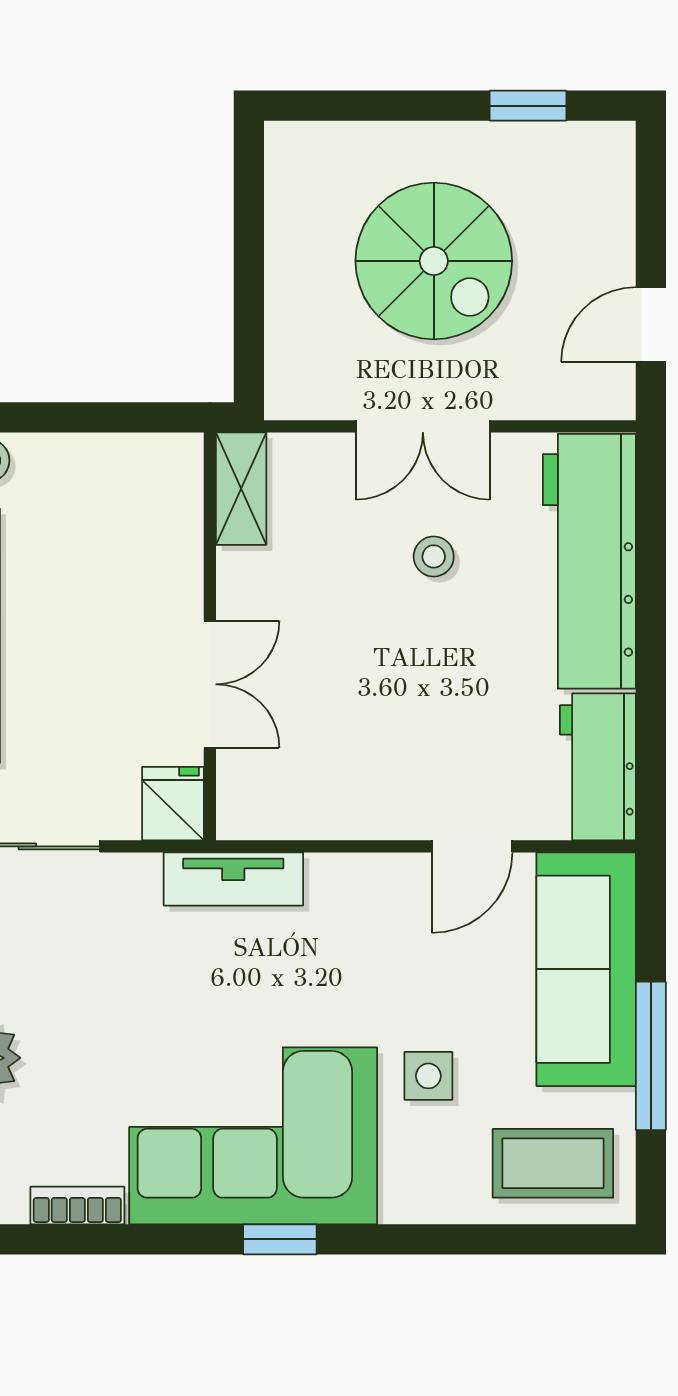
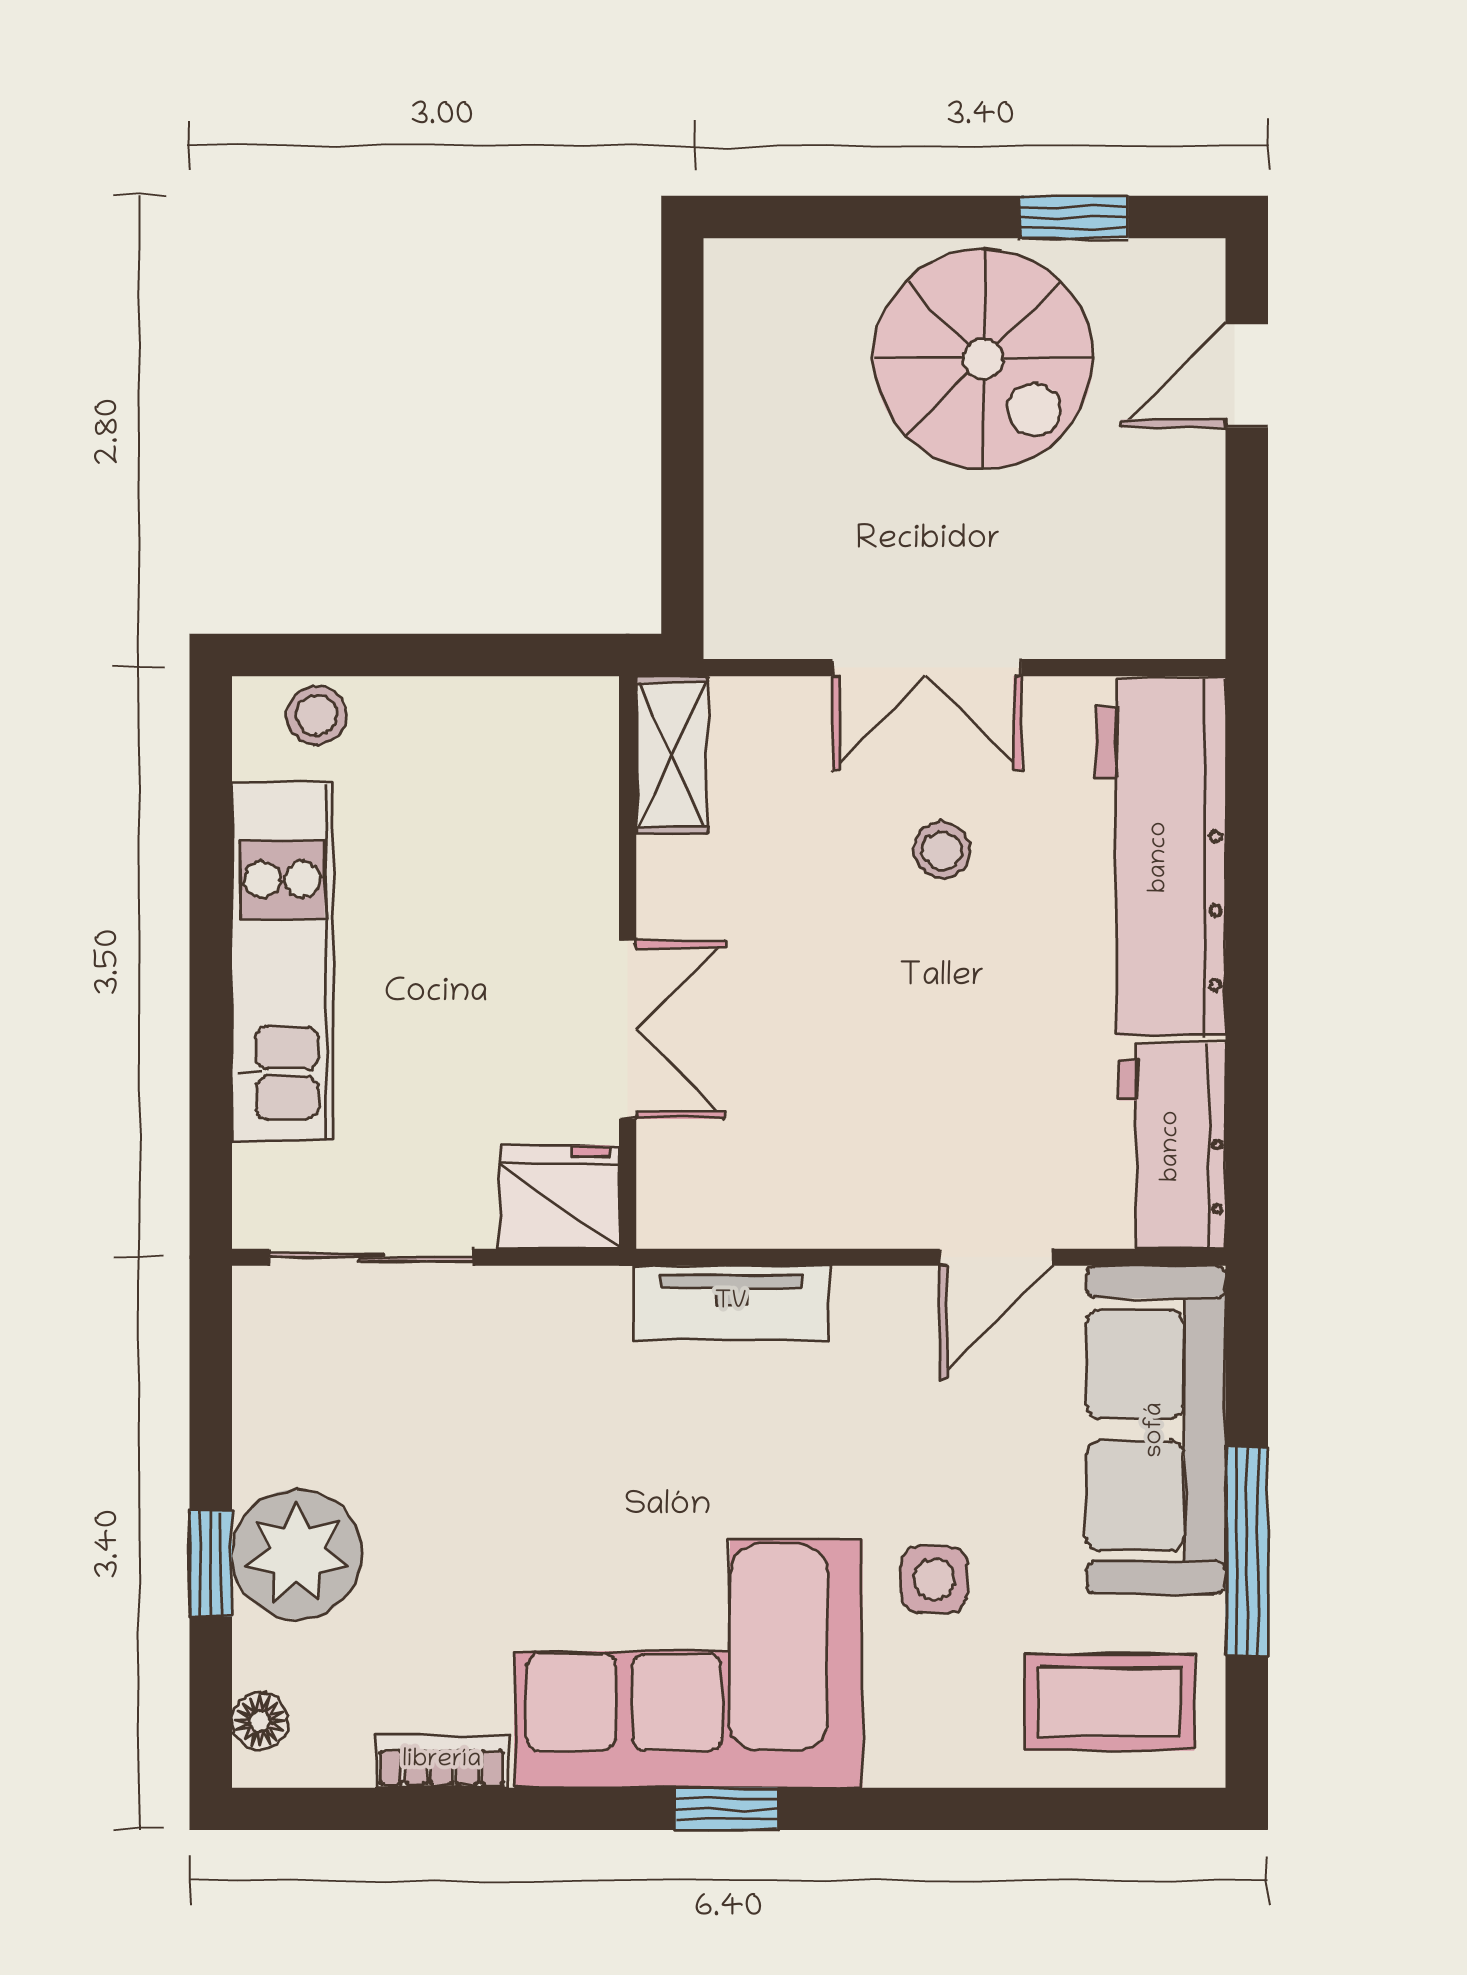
spiral stairs: (434, 261) -> (983, 359), moved
door: (651, 325) -> (1247, 375), moved
fridge: (173, 804) -> (559, 1197), width x1.38
tv unit: (233, 879) -> (731, 1303), moved

